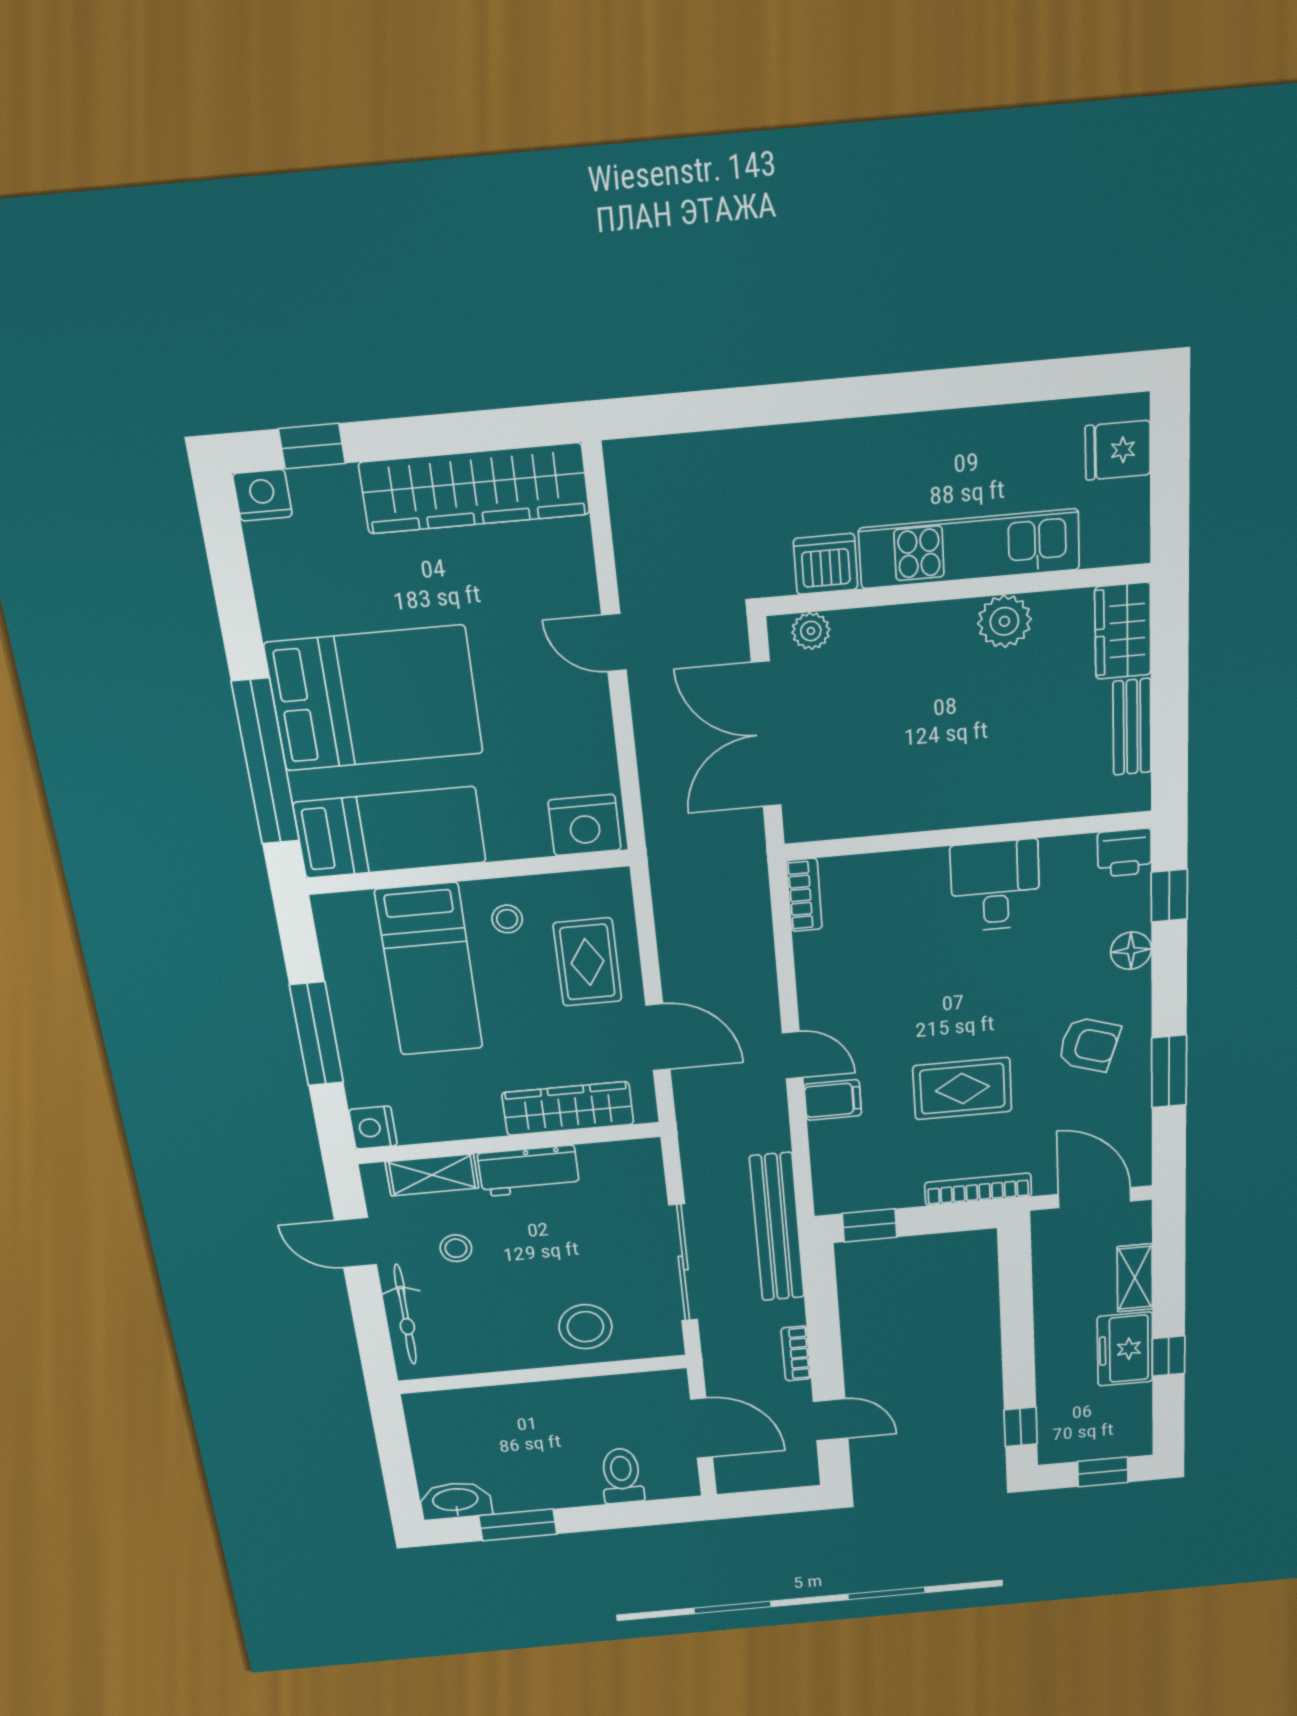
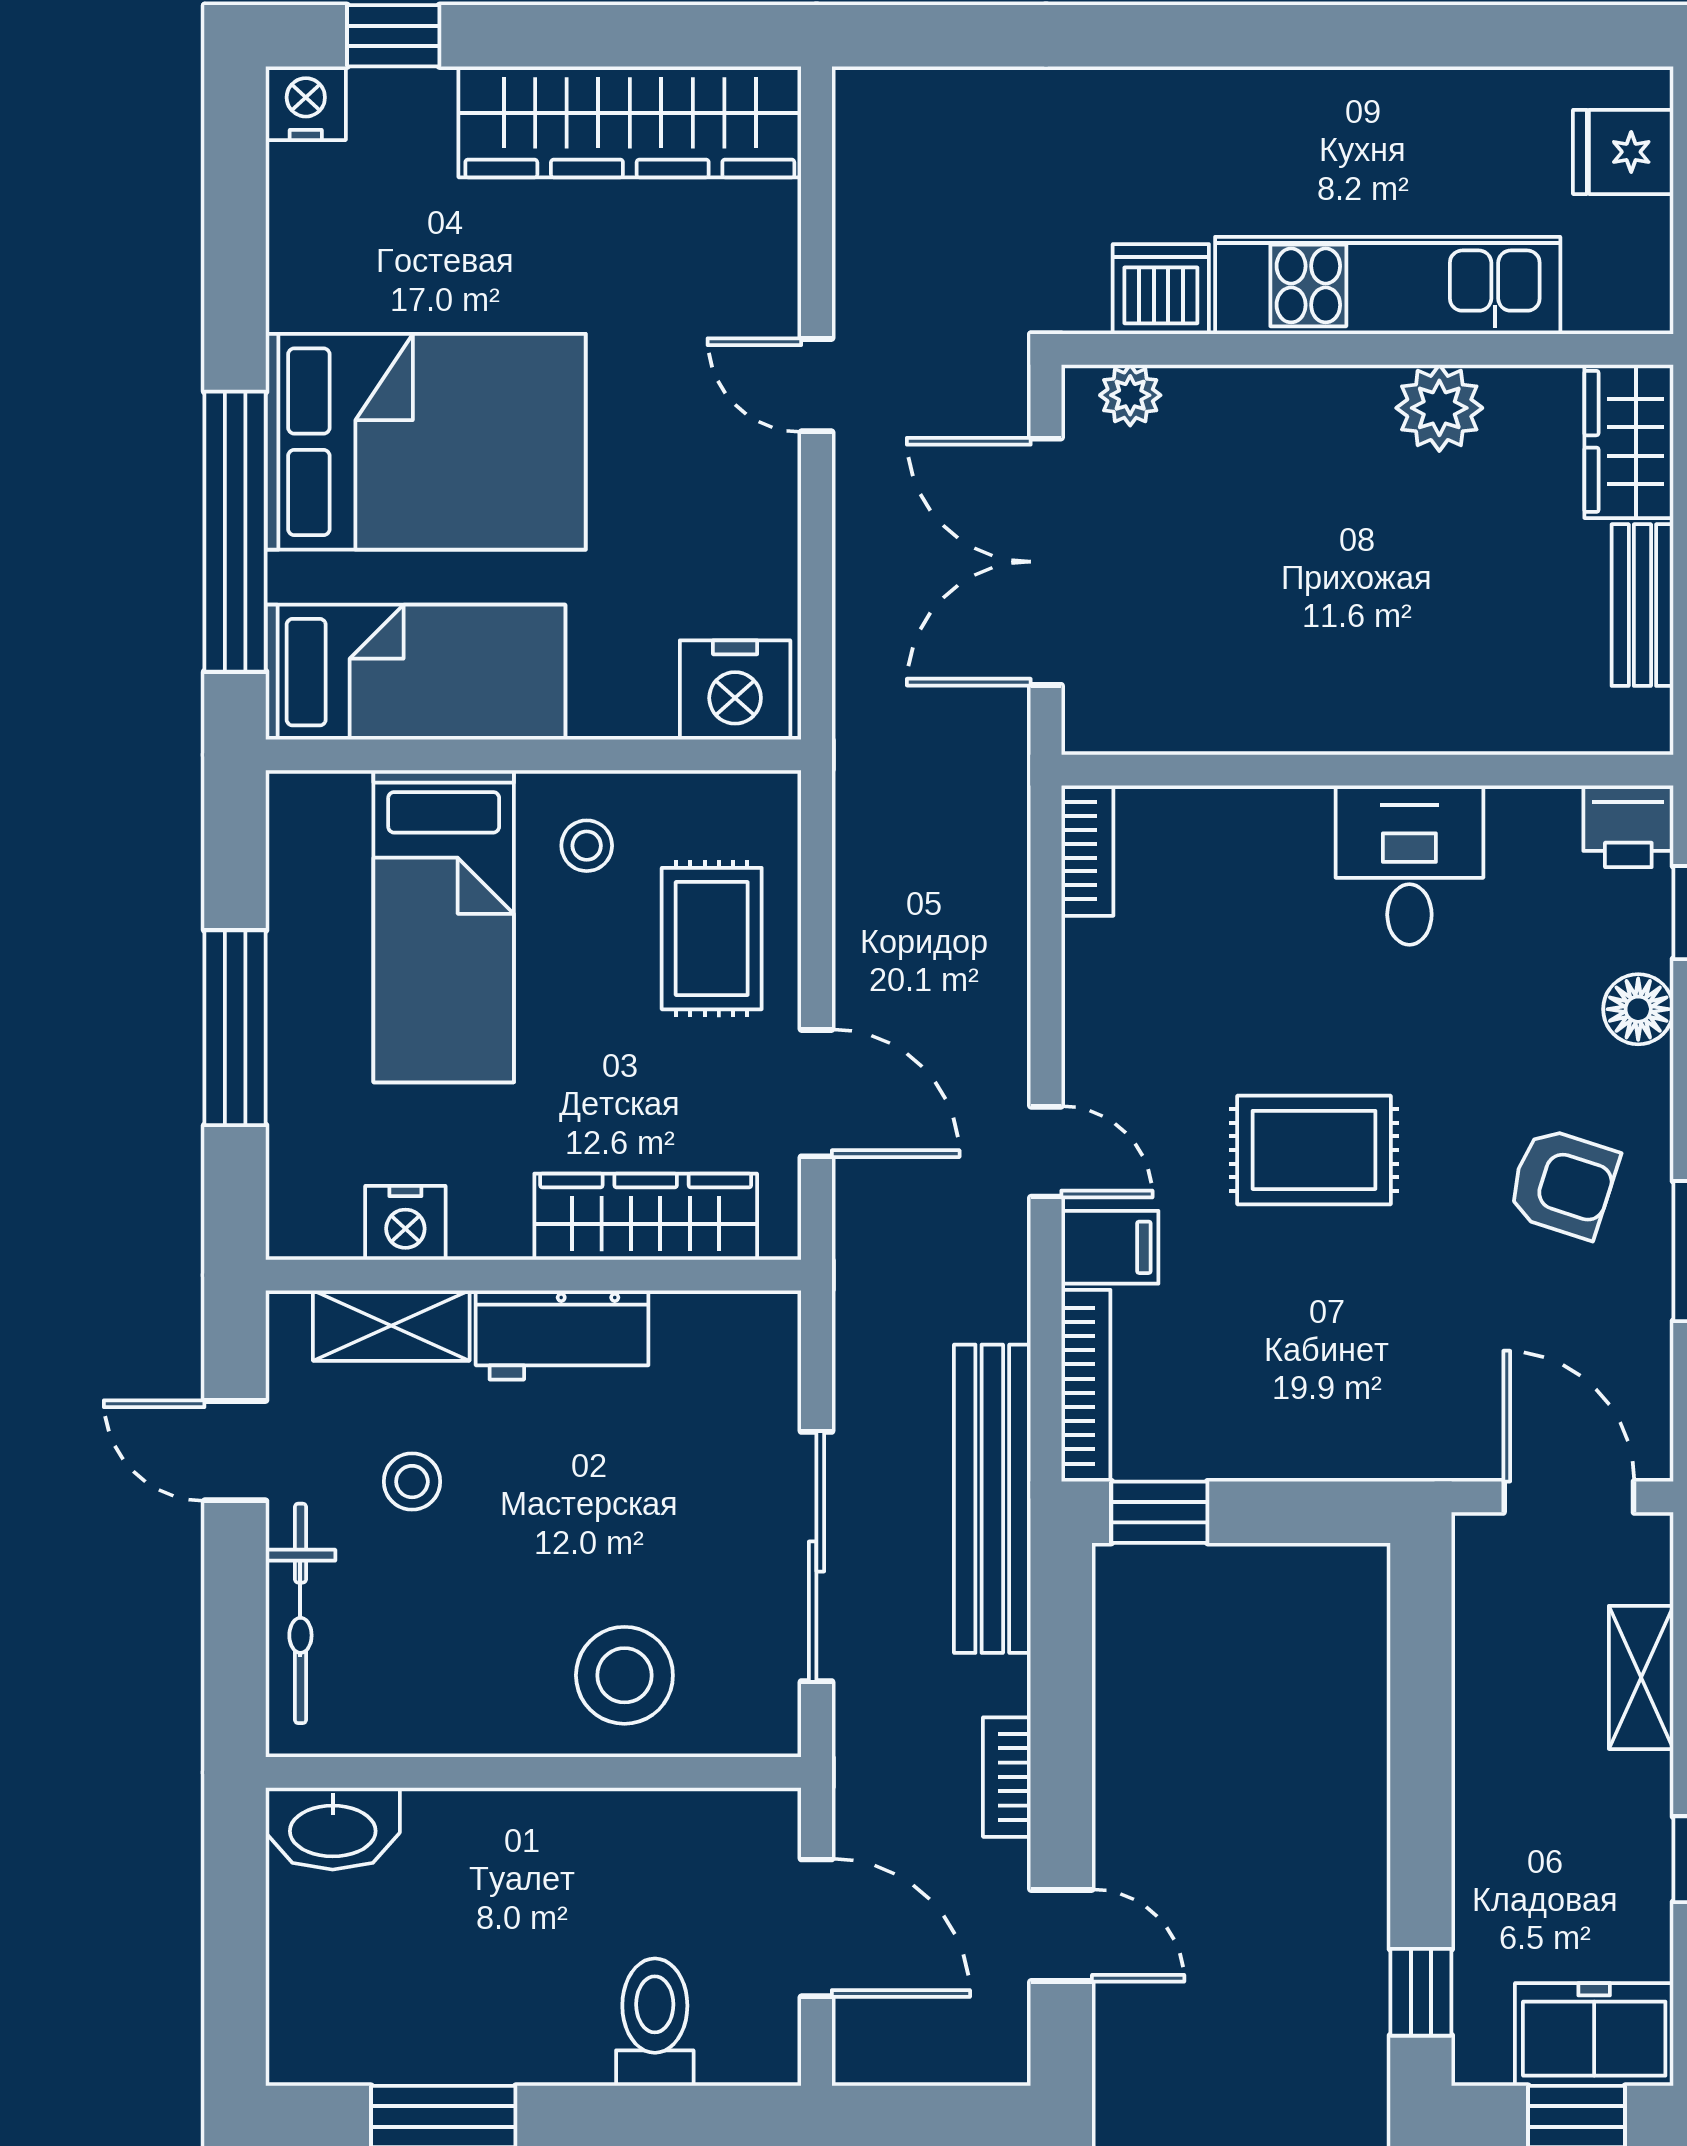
rug: (962, 1089) -> (1314, 1150), moved
nightstand: (373, 1128) -> (405, 1223), moved, turned -90
bookcase: (978, 1189) -> (1086, 1386), moved, turned 90
freezer: (1125, 1349) -> (1594, 2035), moved, turned 90
washbasin: (455, 1501) -> (333, 1829), moved, turned 180

